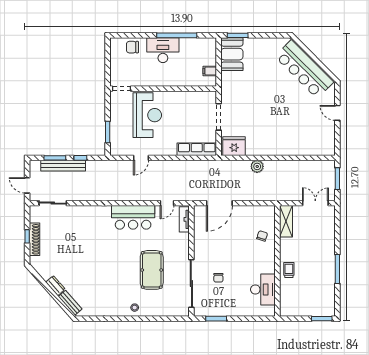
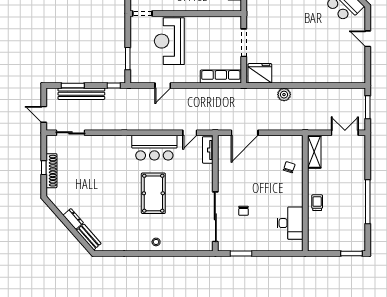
reception desk: (147, 115) -> (169, 41), turned 180
window: (80, 158) -> (114, 86), moved
window: (337, 269) -> (368, 202), width x1.46
pool table: (152, 270) -> (153, 193), moved

